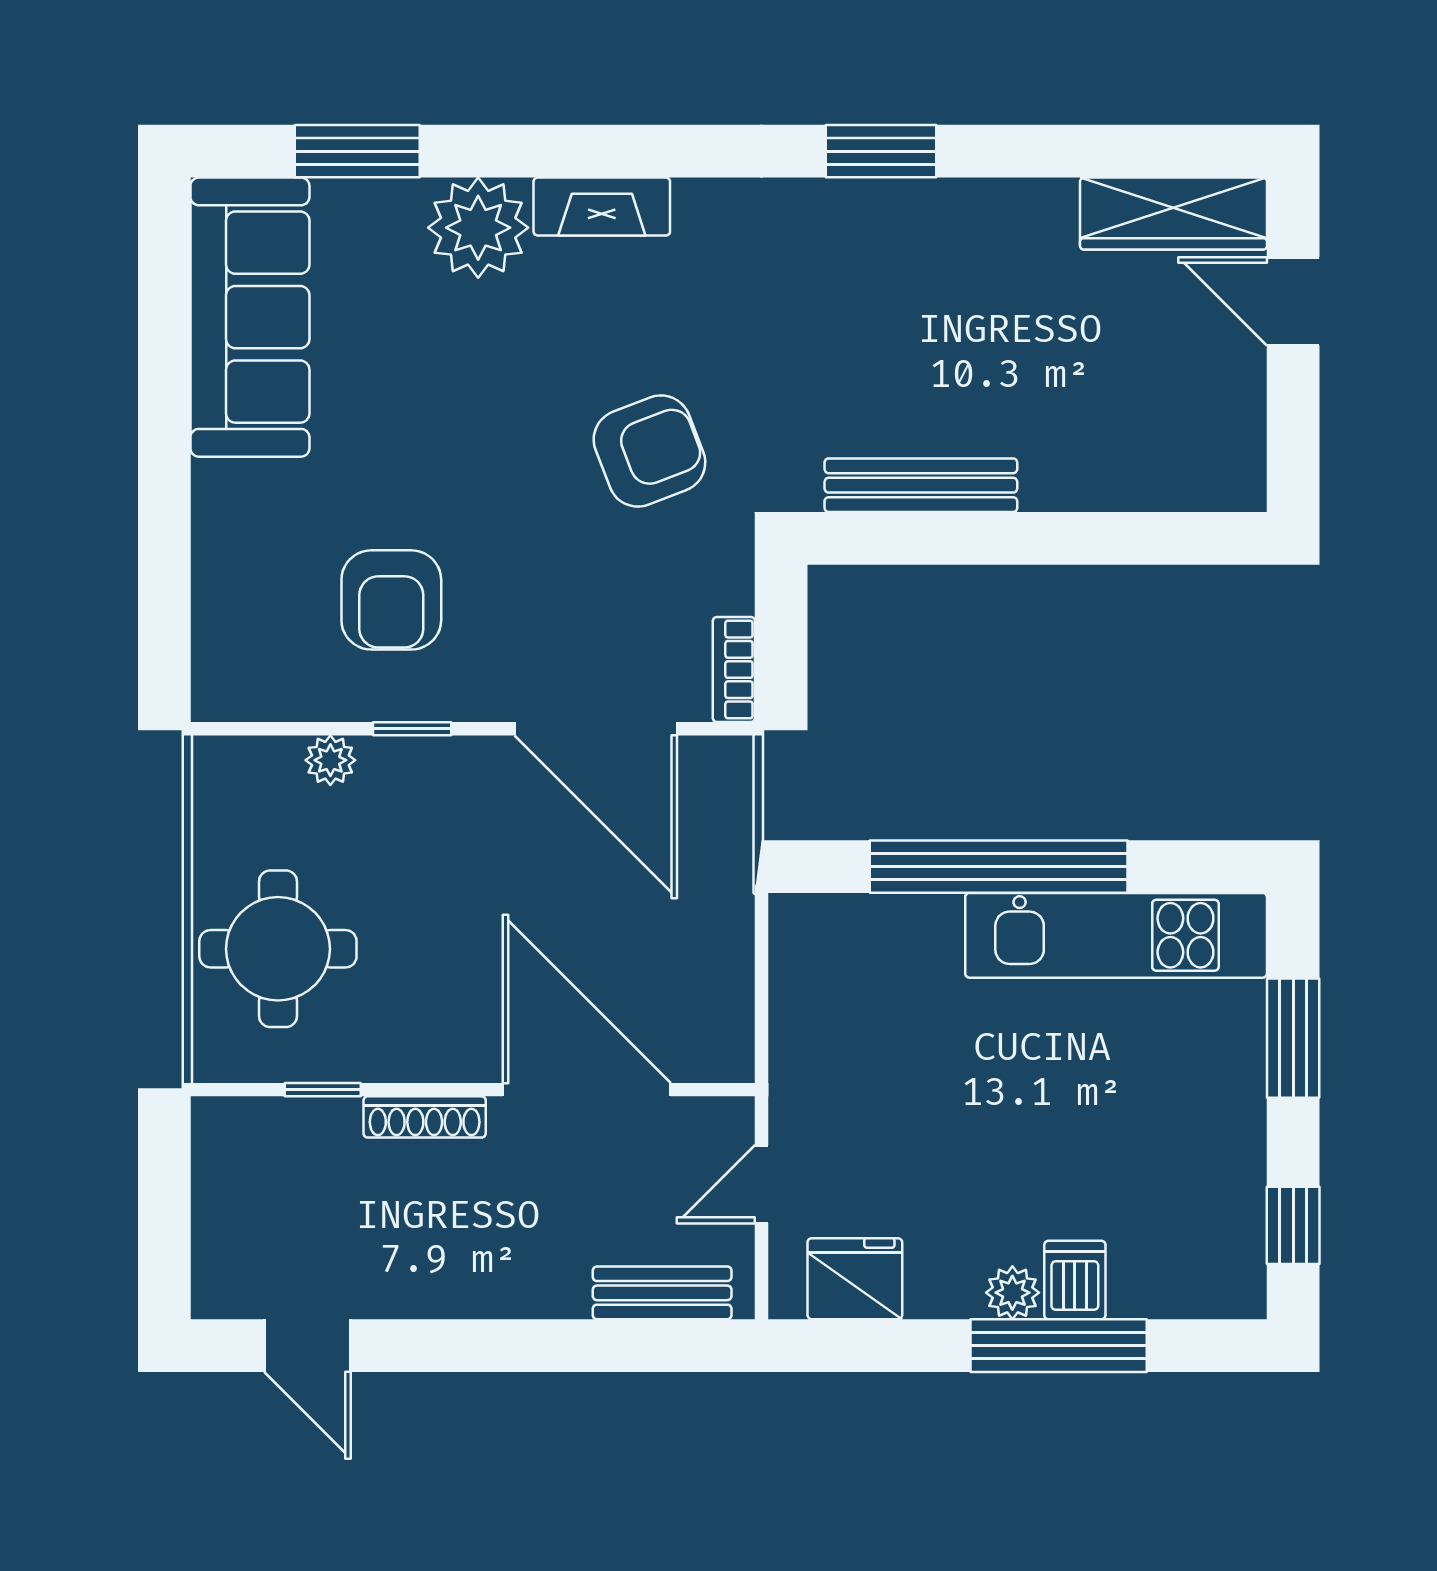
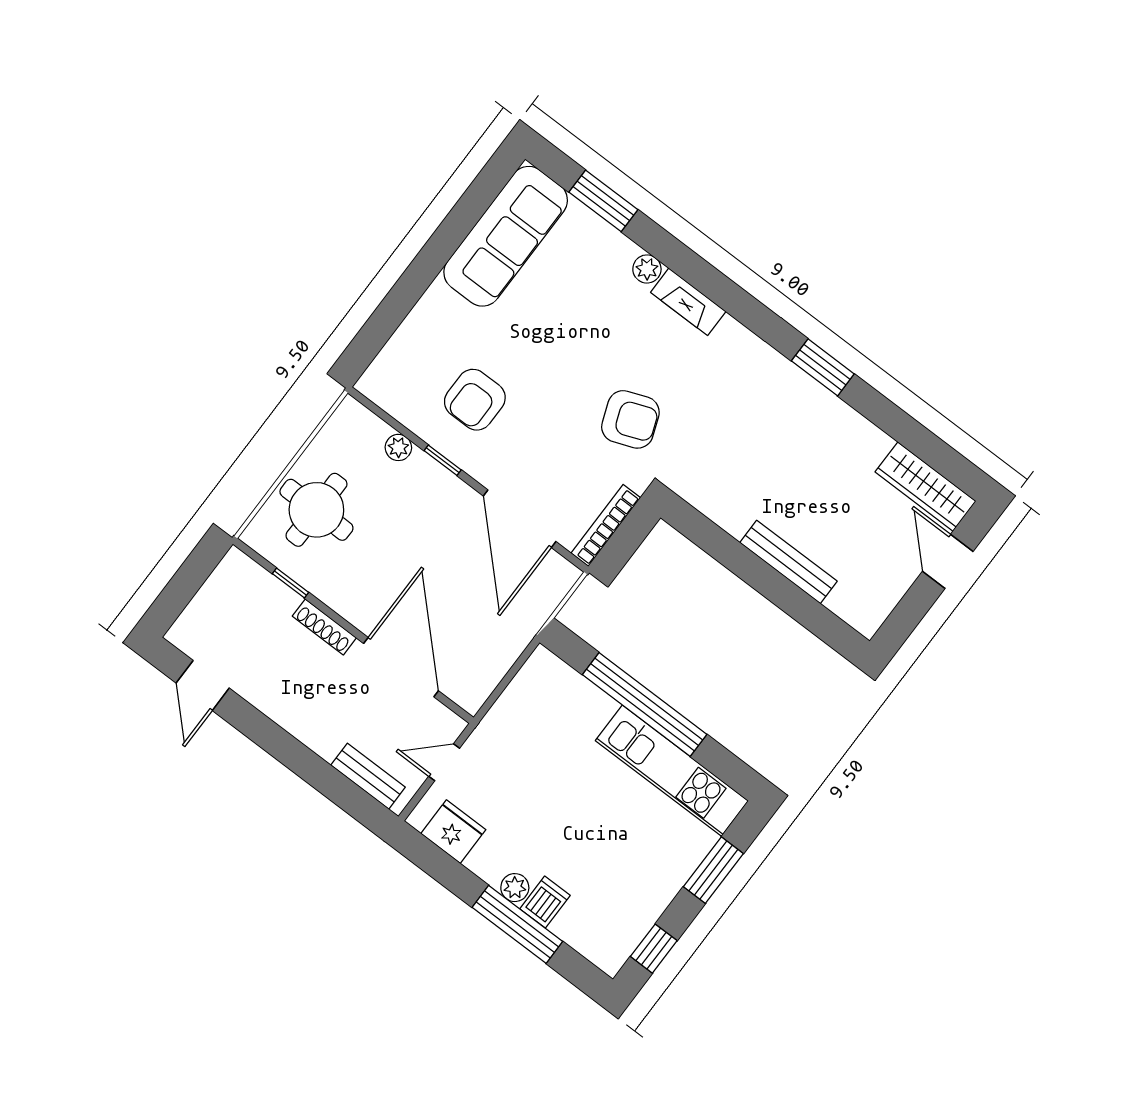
plant: (478, 228) -> (647, 269), width x0.53, depth x0.53
bench: (921, 485) -> (788, 562), moved
bookcase: (734, 670) -> (606, 525), width x1.56

